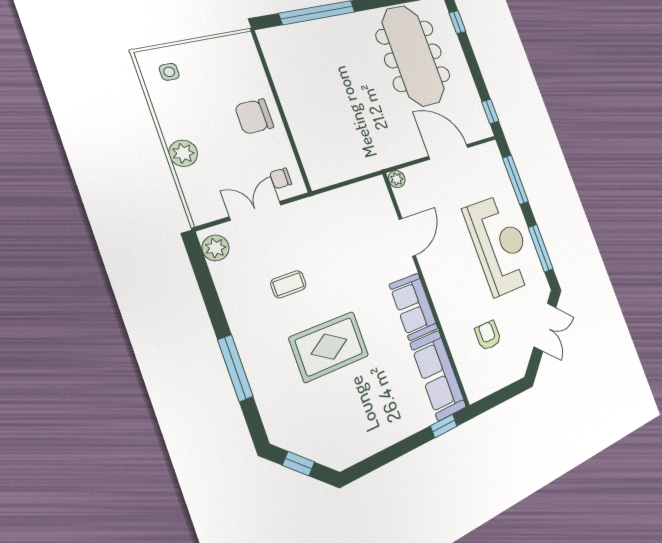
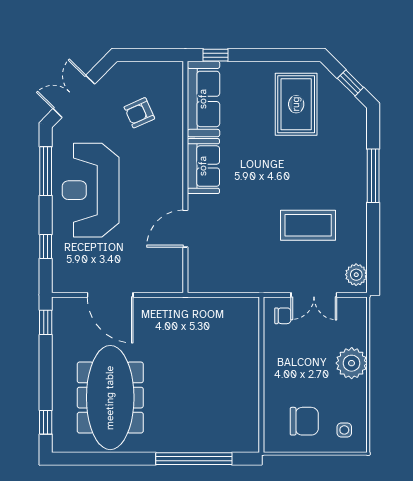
chair: (254, 116) -> (304, 421), moved
plant: (183, 153) -> (352, 363), width x1.36, depth x1.36
plant: (397, 179) -> (175, 284), removed
window: (515, 180) -> (46, 247), width x0.46
coffee table: (288, 284) -> (308, 225), width x1.86, depth x1.72
armchair: (488, 335) -> (139, 113), turned 66
rug: (329, 347) -> (296, 104), moved, turned 90

